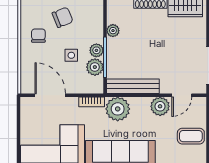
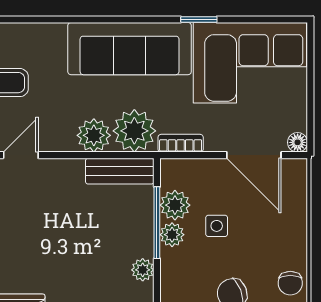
chair: (38, 36) -> (290, 283), moved
bench: (133, 86) -> (120, 171), width x0.73
floor lamp: (26, 102) -> (298, 142), added
plant: (160, 106) -> (94, 135), moved

